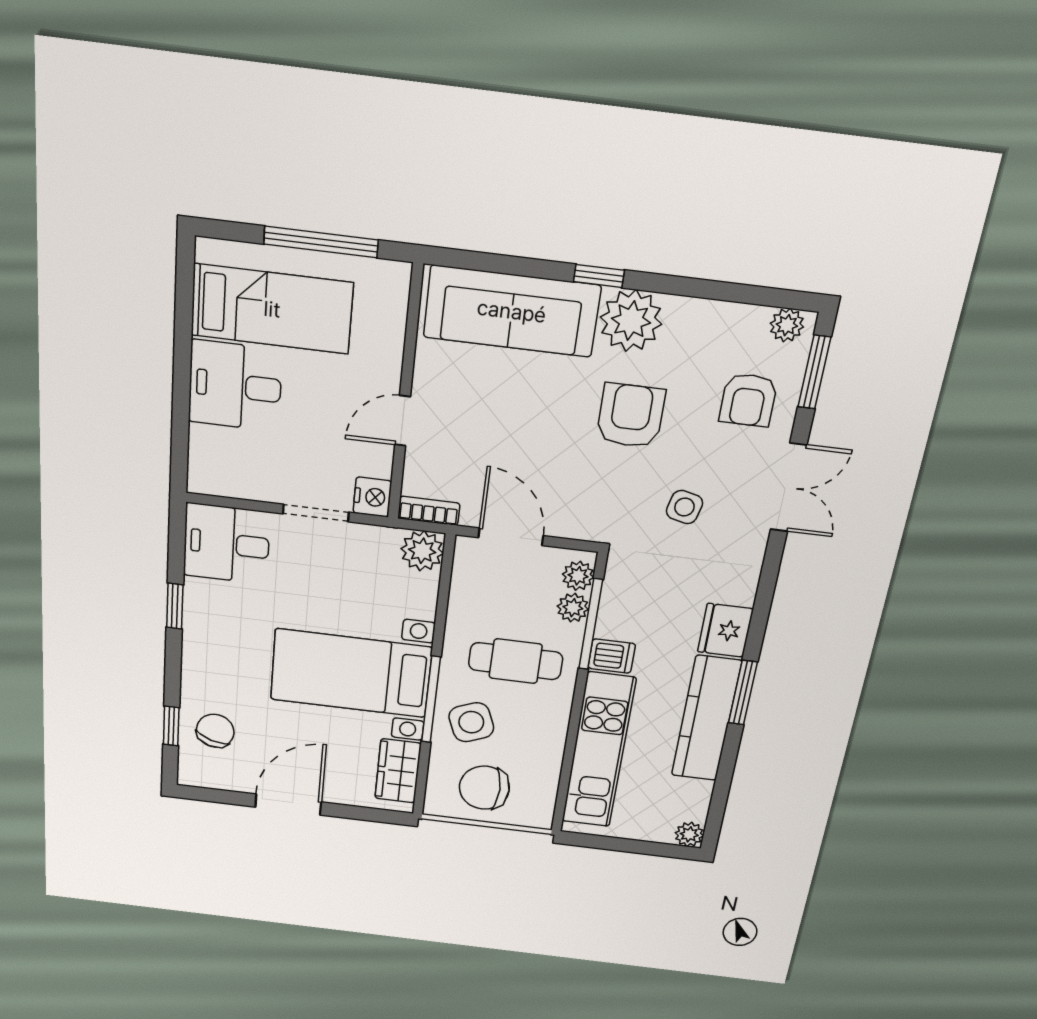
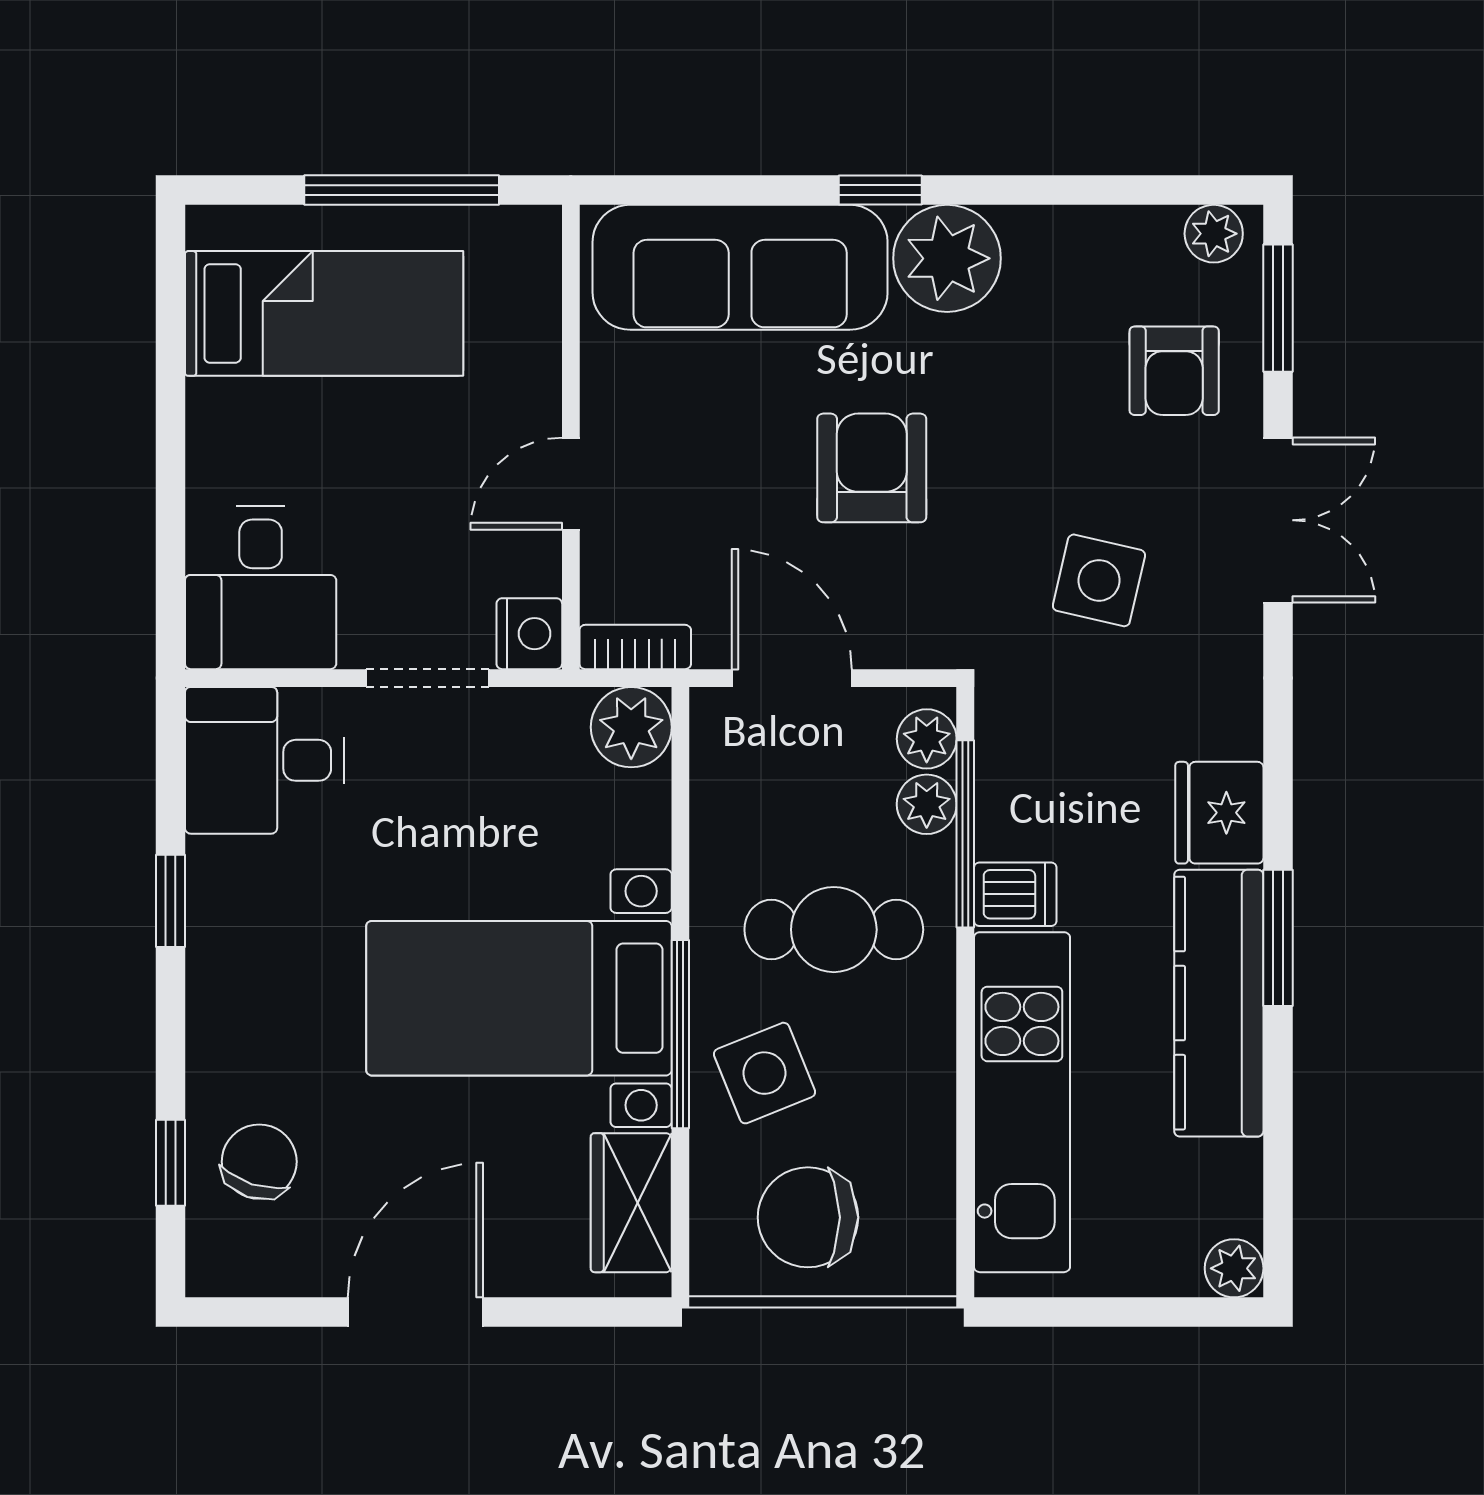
desk: (235, 386) -> (261, 588), moved, turned -90
armchair: (631, 416) -> (872, 468), moved
side table: (684, 507) -> (1099, 580), width x1.37, depth x1.37

